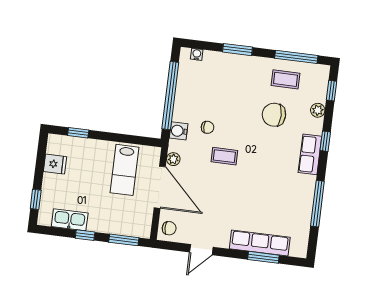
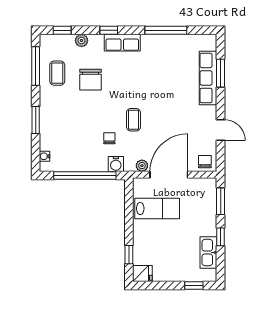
fridge: (55, 164) -> (142, 274), moved, turned 90

